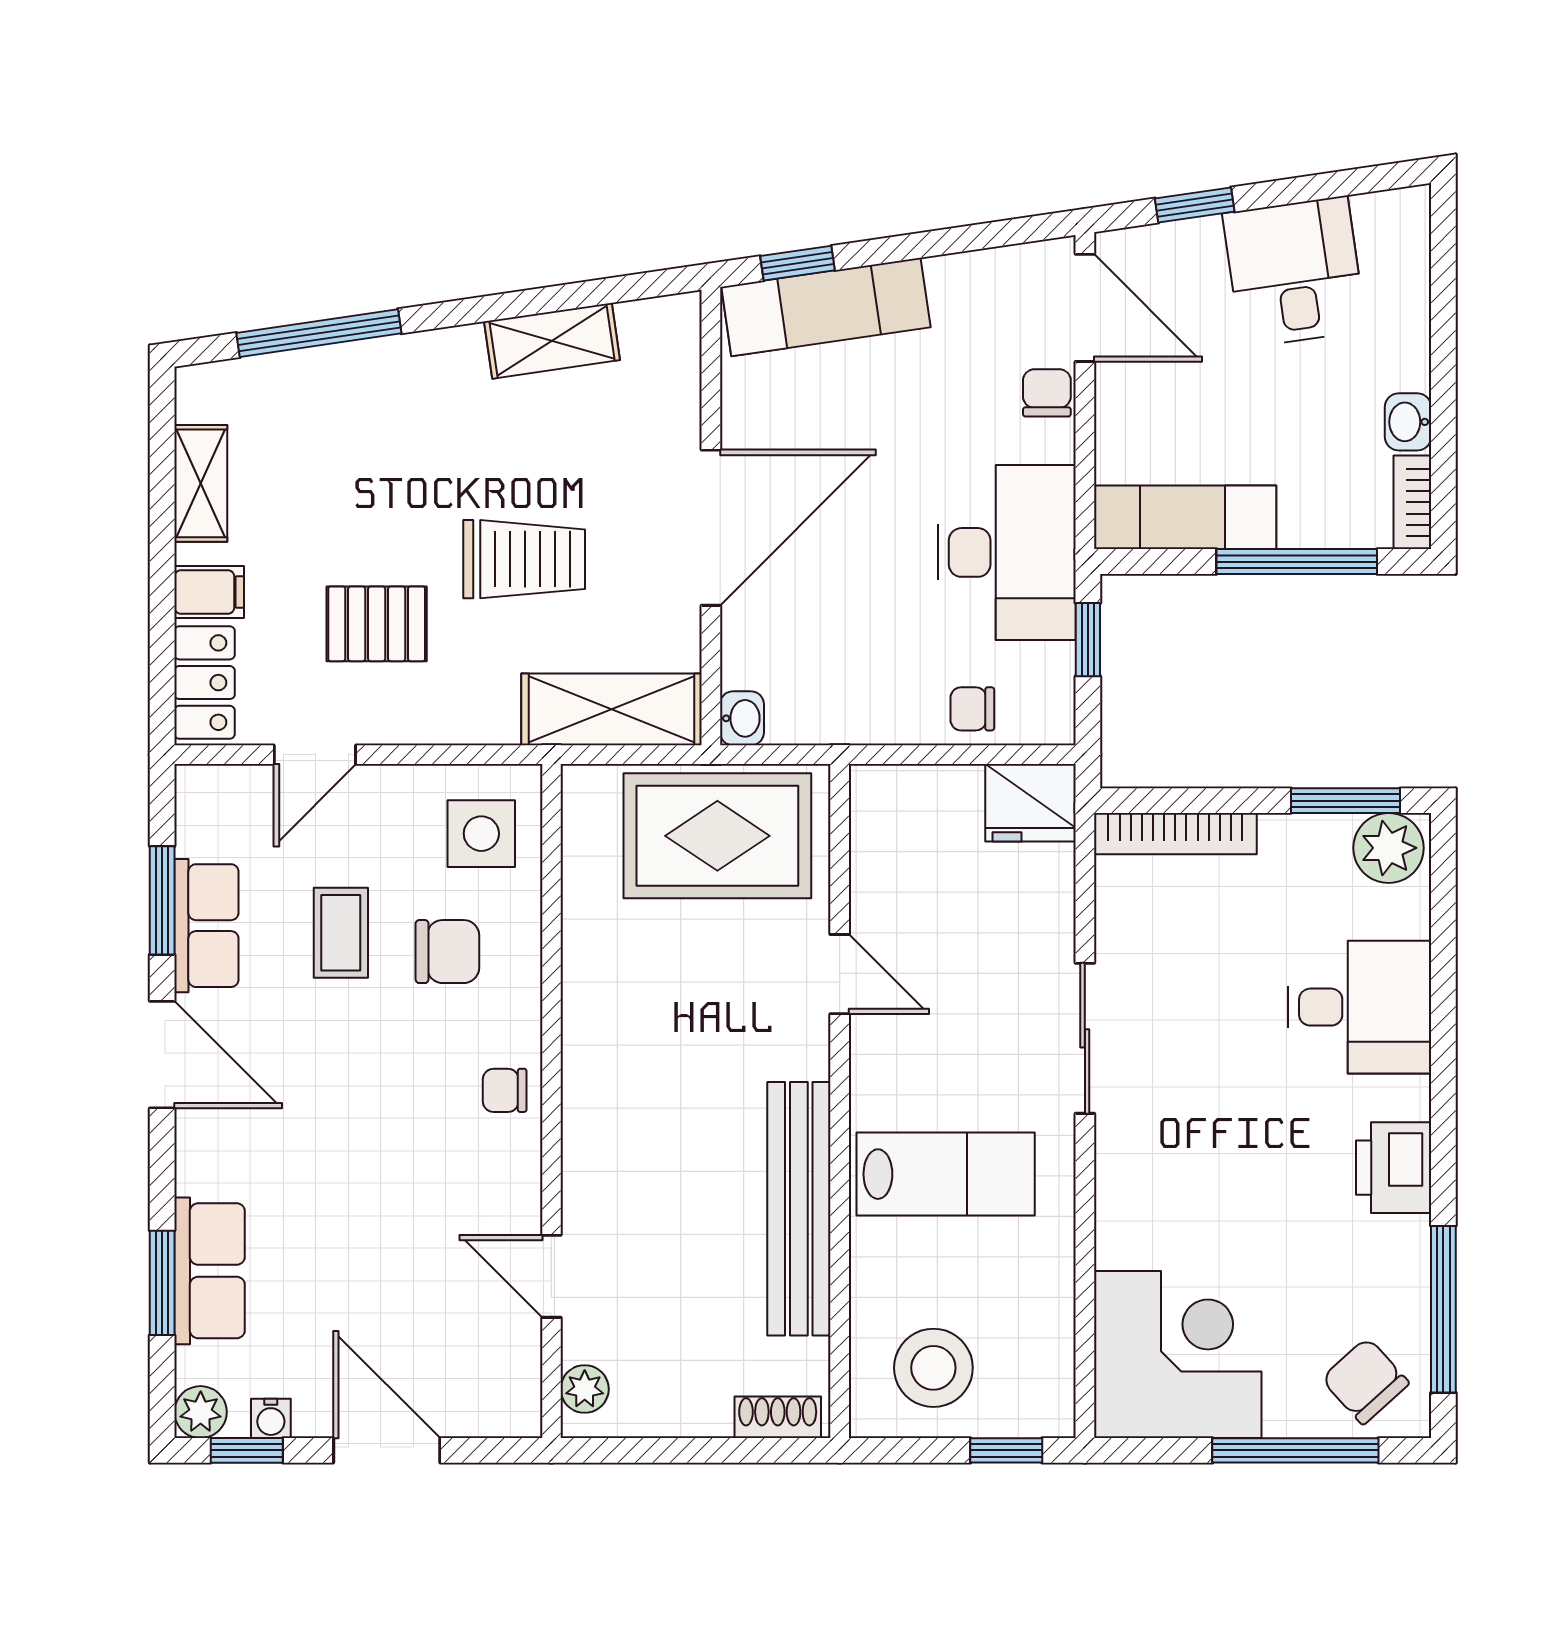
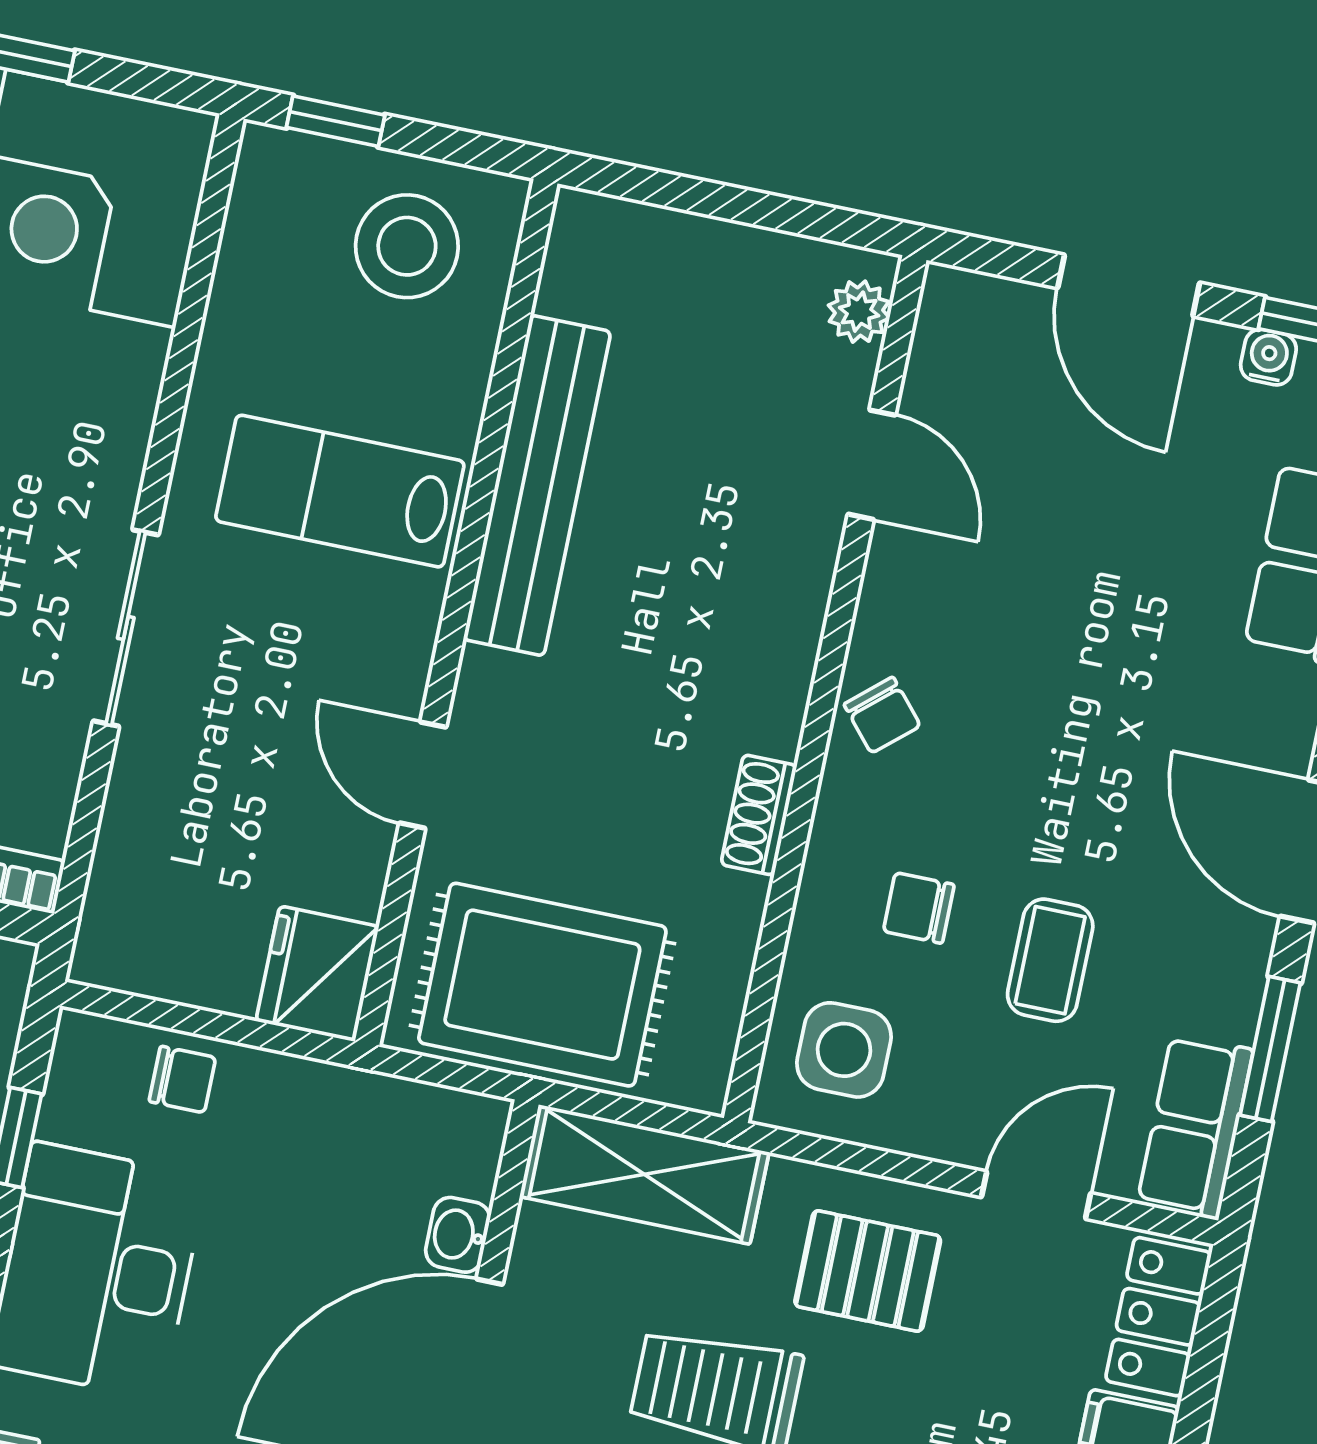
pallet: (377, 624) -> (868, 1271), moved
washbasin: (742, 718) -> (458, 1235), moved
fridge: (1030, 803) -> (317, 974), moved, turned -90
row of seats: (206, 926) -> (1195, 1127), moved
chair: (447, 952) -> (919, 908), width x0.73, depth x0.73
chair: (505, 1090) -> (882, 715), turned 49
shoe rack: (778, 1417) -> (759, 815), moved, turned 90

